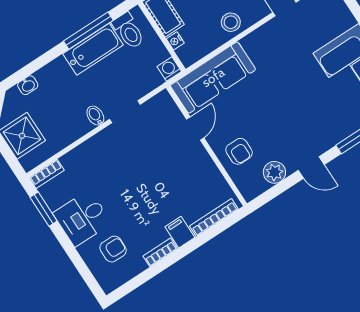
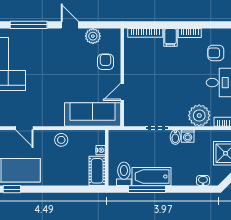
washing machine: (169, 69) -> (188, 136), moved
plant: (84, 161) -> (199, 115), added

